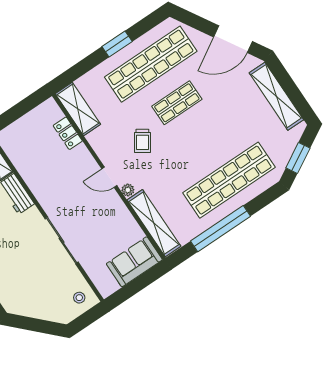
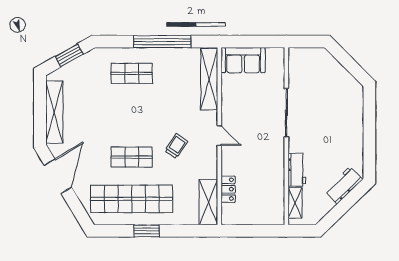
door: (233, 39) -> (58, 176), hinge flipped
shop shelf: (229, 180) -> (132, 73), width x0.50, depth x0.74
plant: (128, 190) -> (212, 117), removed
stool: (79, 298) -> (302, 61), removed

